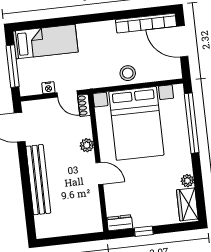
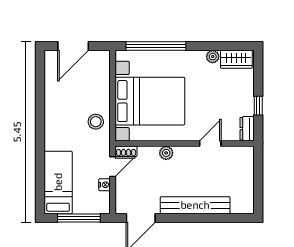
bookcase: (146, 23) -> (51, 80), removed
stool: (128, 73) -> (96, 122), moved
door: (99, 173) -> (210, 144), moved

